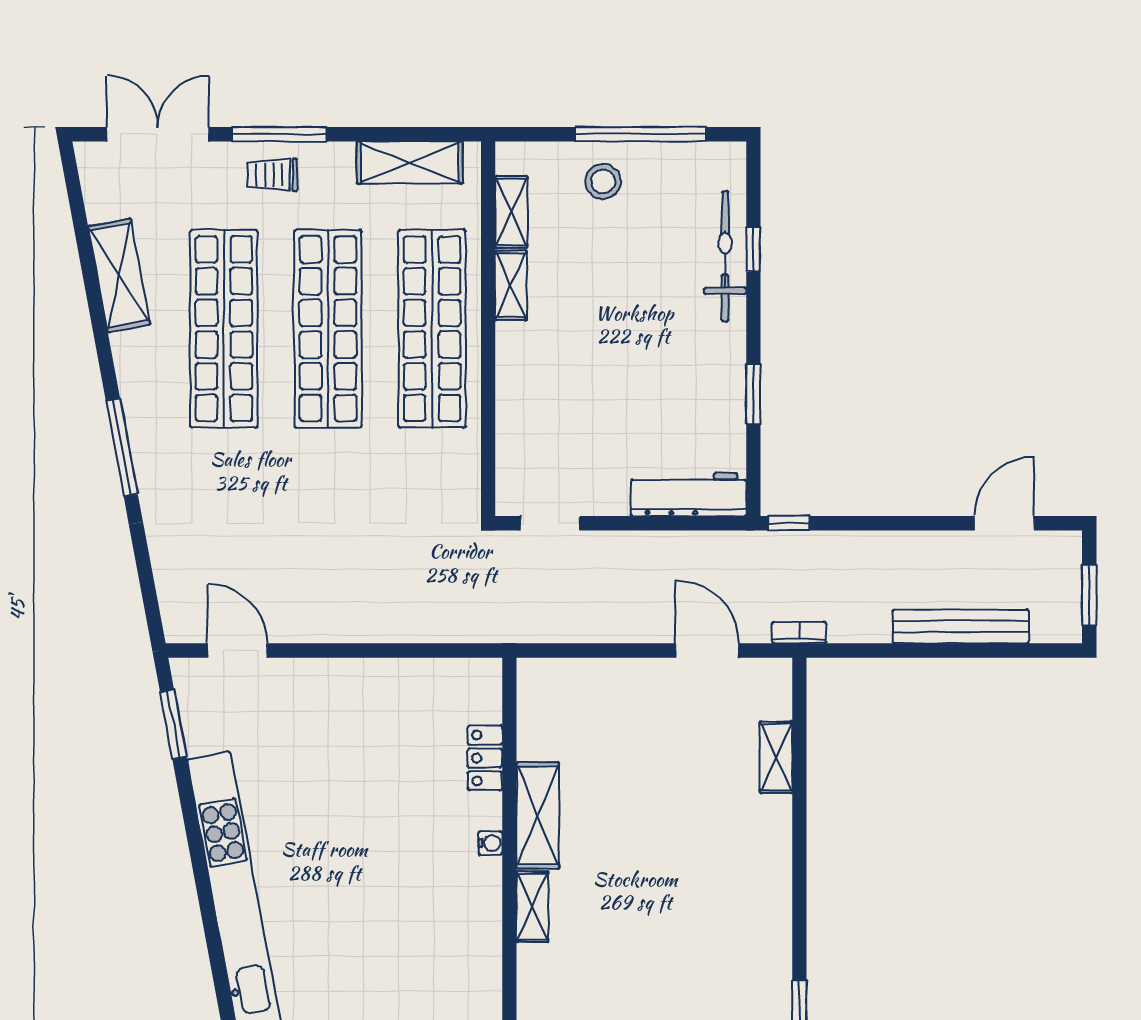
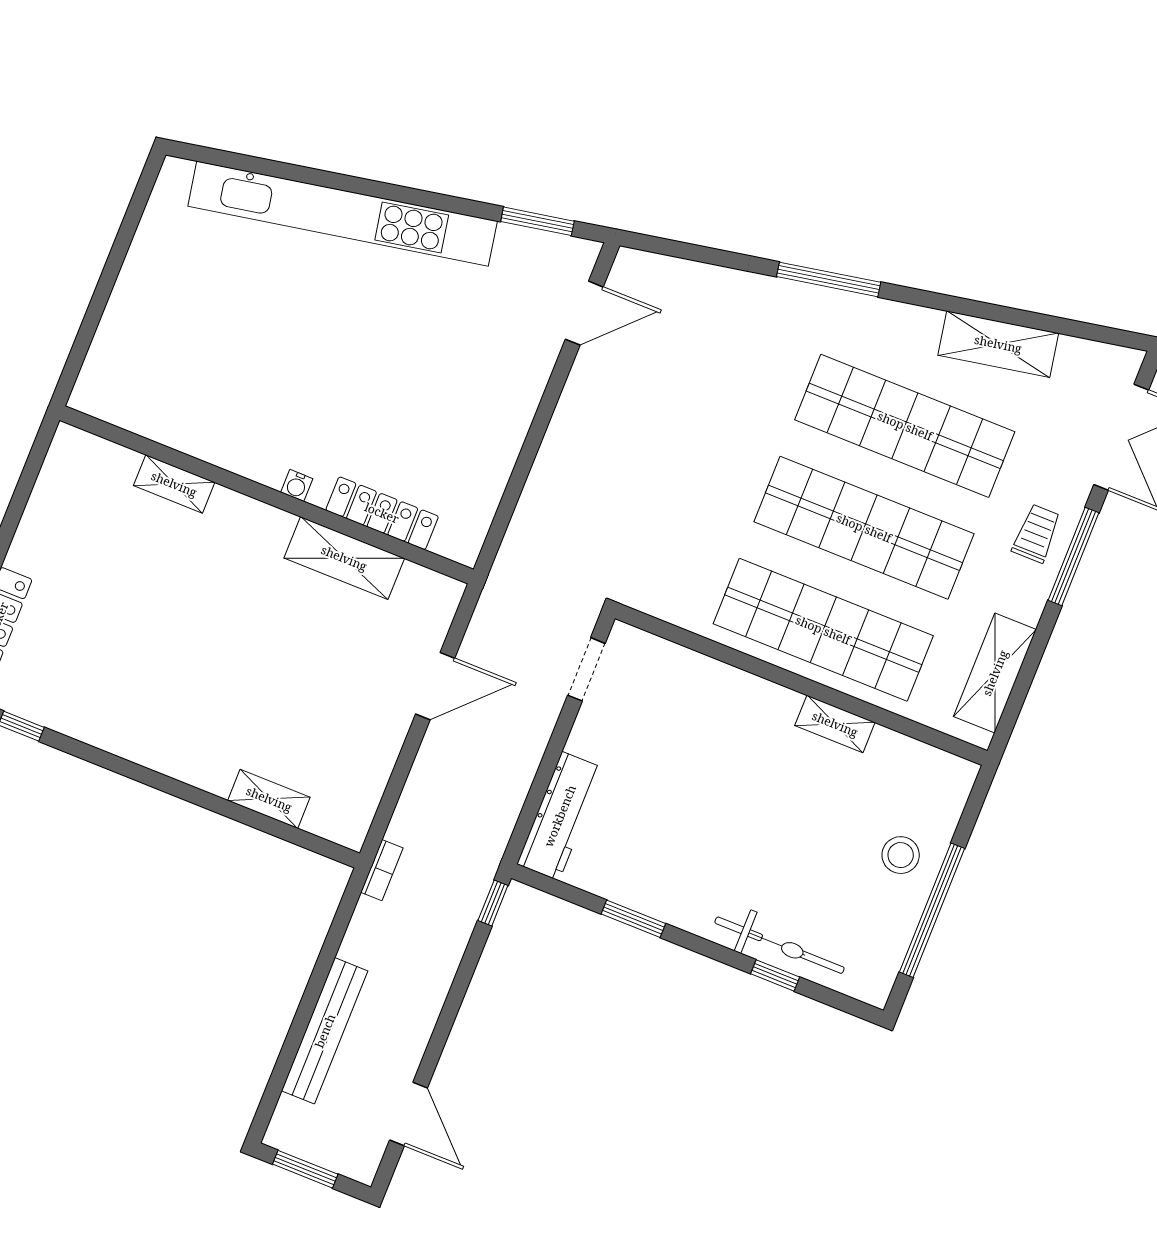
shelving: (511, 212) -> (907, 753), removed
door: (707, 651) -> (435, 686), moved
locker: (485, 758) -> (382, 513), width x1.53
shelving: (538, 815) -> (344, 558), moved
shelving: (532, 907) -> (174, 484), moved

